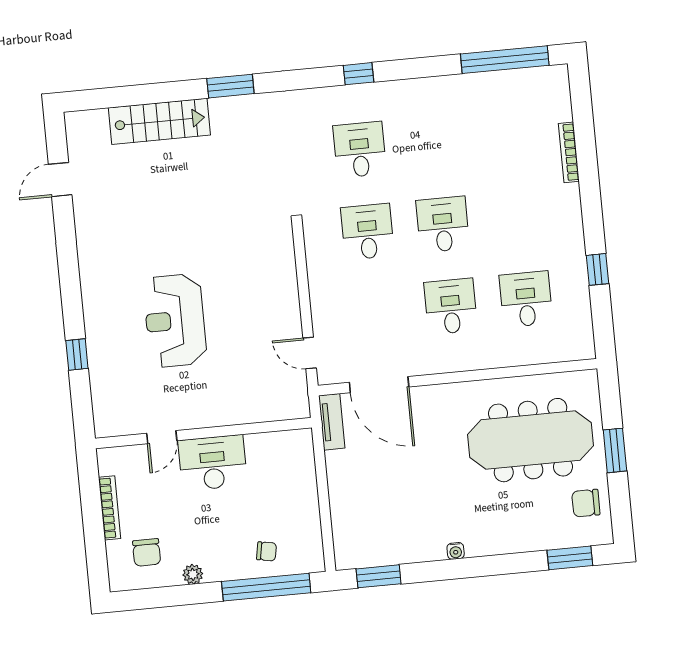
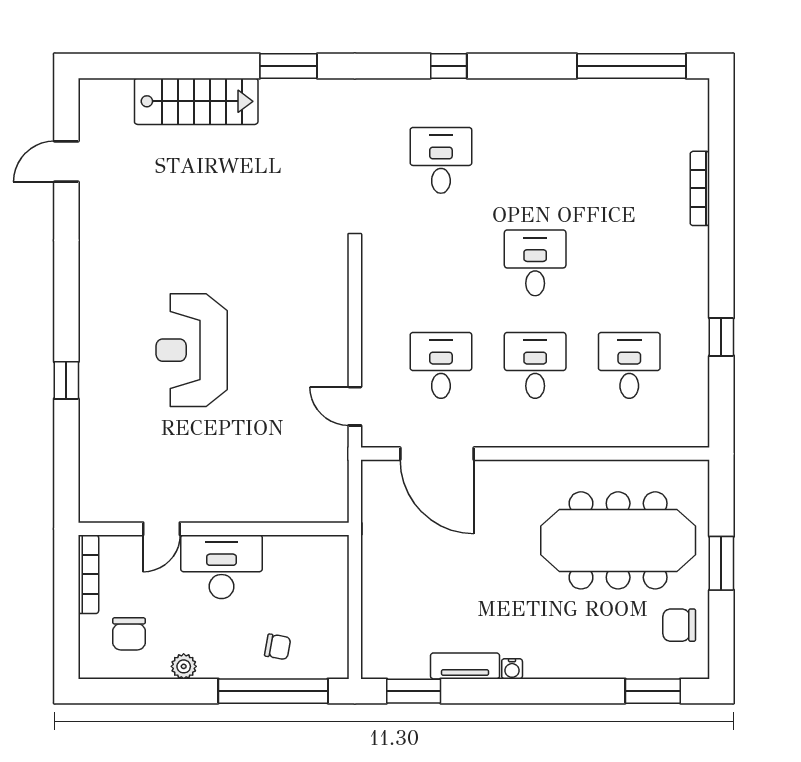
desk: (368, 232) -> (441, 365), moved
tv unit: (332, 422) -> (465, 666), moved, turned -90
wall: (203, 433) -> (214, 529), moved
door: (162, 437) -> (161, 529), moved
desk: (213, 463) -> (221, 567), moved

